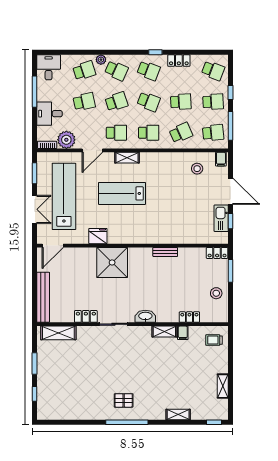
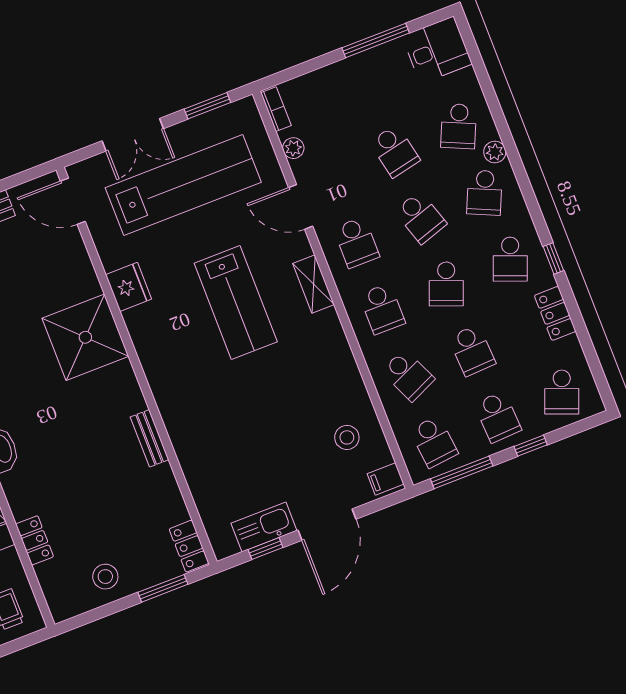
school desk: (84, 71) -> (459, 126), turned 42
desk: (49, 114) -> (342, 89), removed
plant: (66, 140) -> (293, 148), width x0.53, depth x0.53
lab bench: (122, 193) -> (236, 302), turned 180

